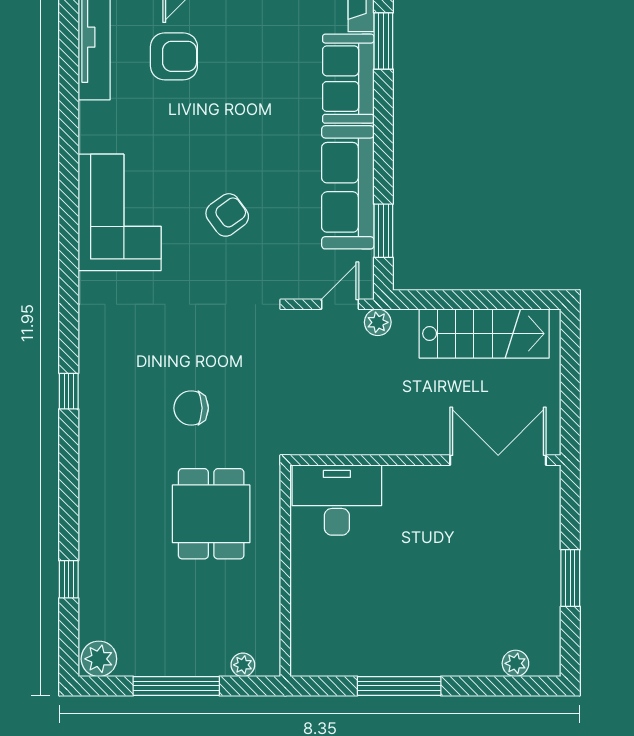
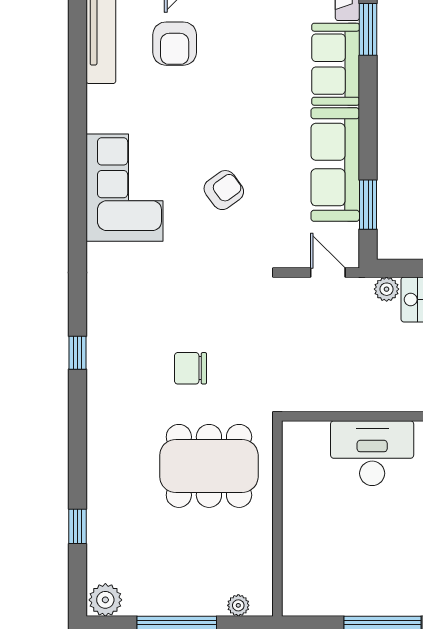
armchair: (174, 56) -> (175, 44), turned 90
door: (340, 304) -> (328, 273), hinge flipped
plant: (378, 322) -> (387, 289), moved
desk: (337, 500) -> (372, 453), moved
dining table: (211, 514) -> (209, 466), width x1.38

